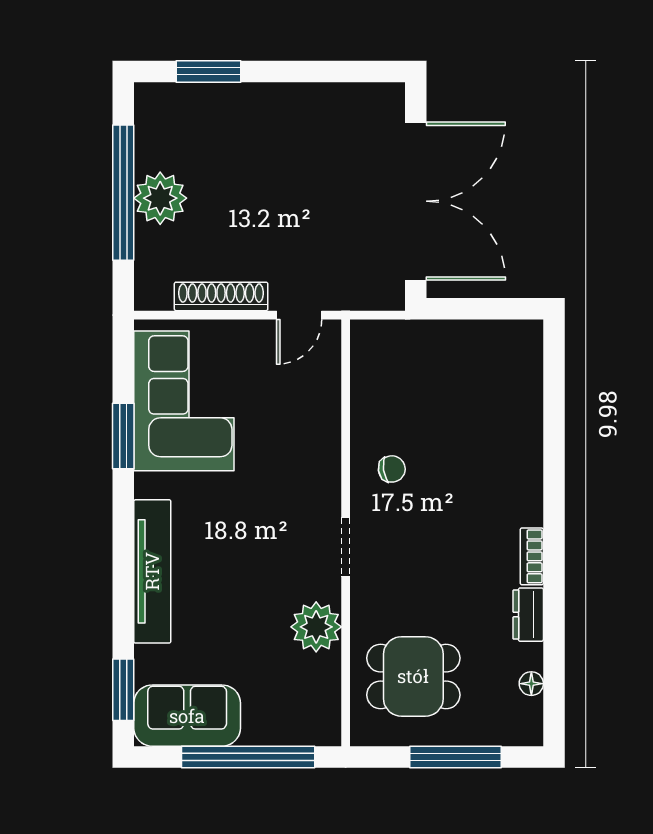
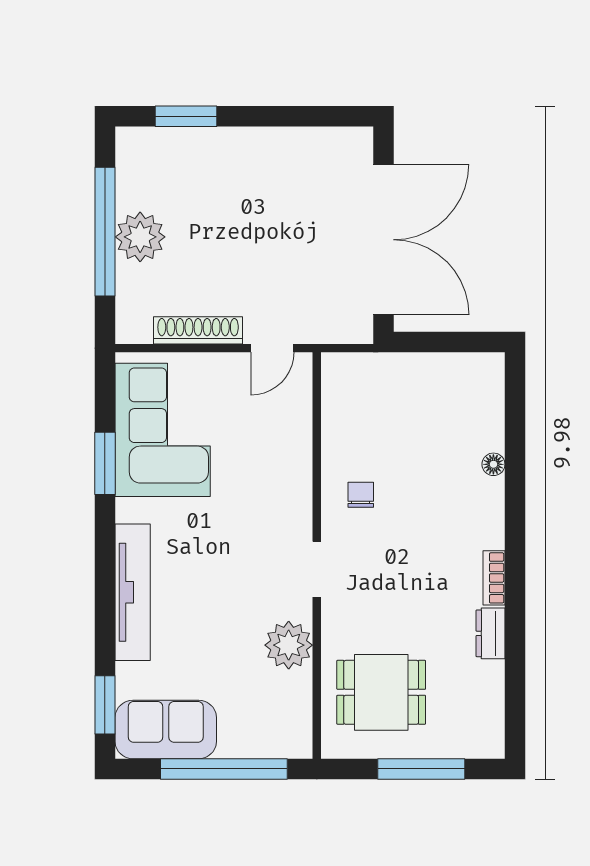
chair: (392, 469) -> (361, 495), turned -82
floor lamp: (531, 684) -> (493, 464), moved

